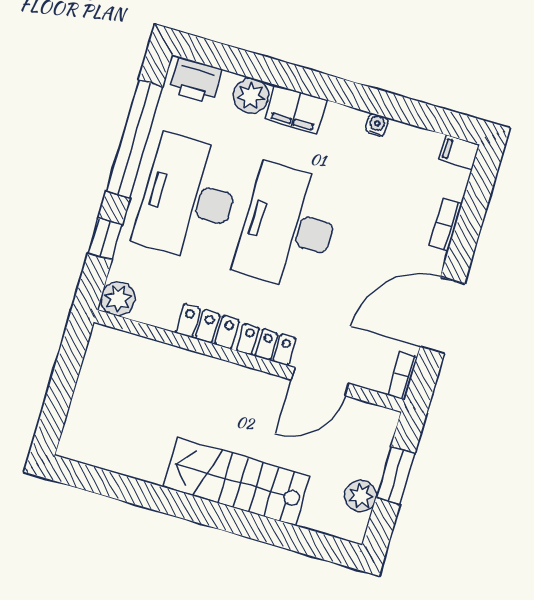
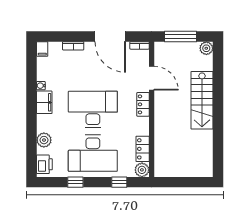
filing cabinet: (296, 109) -> (44, 102), moved
window: (134, 139) -> (75, 182), width x0.32
desk: (288, 227) -> (93, 109), turned 180
locker: (208, 326) -> (143, 149), moved
window: (396, 475) -> (181, 37), width x1.44
plant: (361, 496) -> (206, 48), moved

